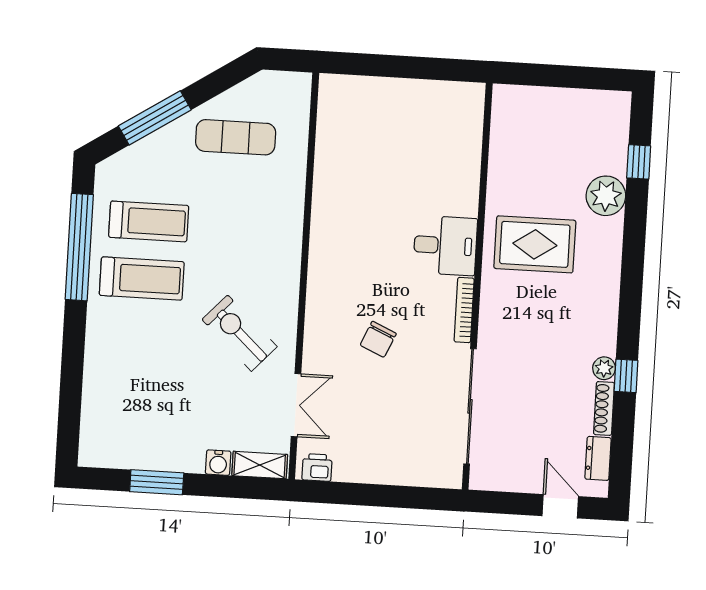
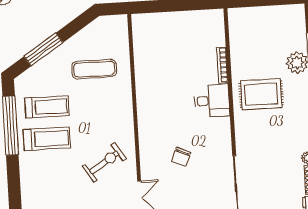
exercise mat: (236, 137) -> (94, 69), moved
bookcase: (464, 310) -> (222, 65), moved
exercise bike: (239, 333) -> (104, 162), turned 104

